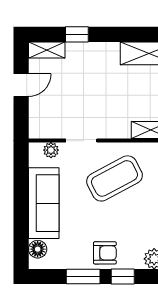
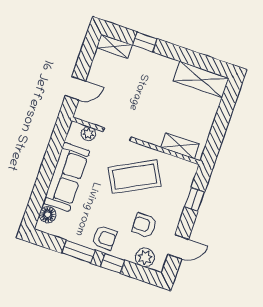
door: (21, 85) -> (75, 88), moved
armchair: (142, 225) -> (144, 225), added

